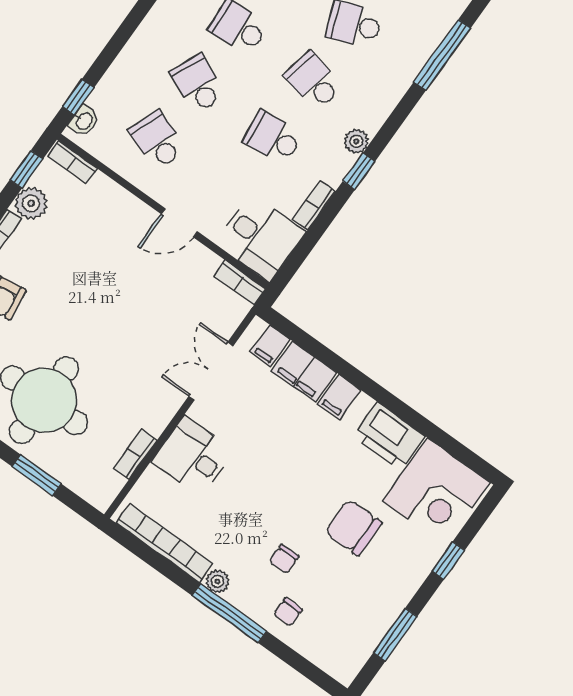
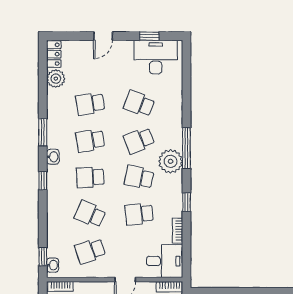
window: (442, 55) -> (186, 148), moved
school desk: (157, 140) -> (90, 251), turned -39
plant: (356, 141) -> (171, 161), moved, width x1.87, depth x1.87

